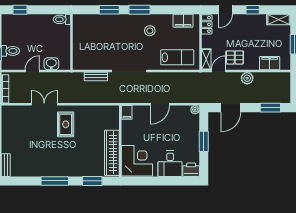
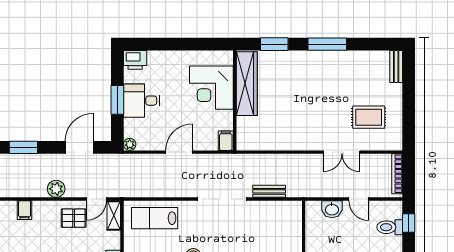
filing cabinet: (270, 63) -> (24, 210), width x0.50
door: (32, 71) -> (359, 199), hinge flipped
rug: (66, 124) -> (369, 117), moved, turned 90
corner desk: (137, 161) -> (211, 88), moved
desk: (170, 164) -> (142, 101), moved, turned -90

